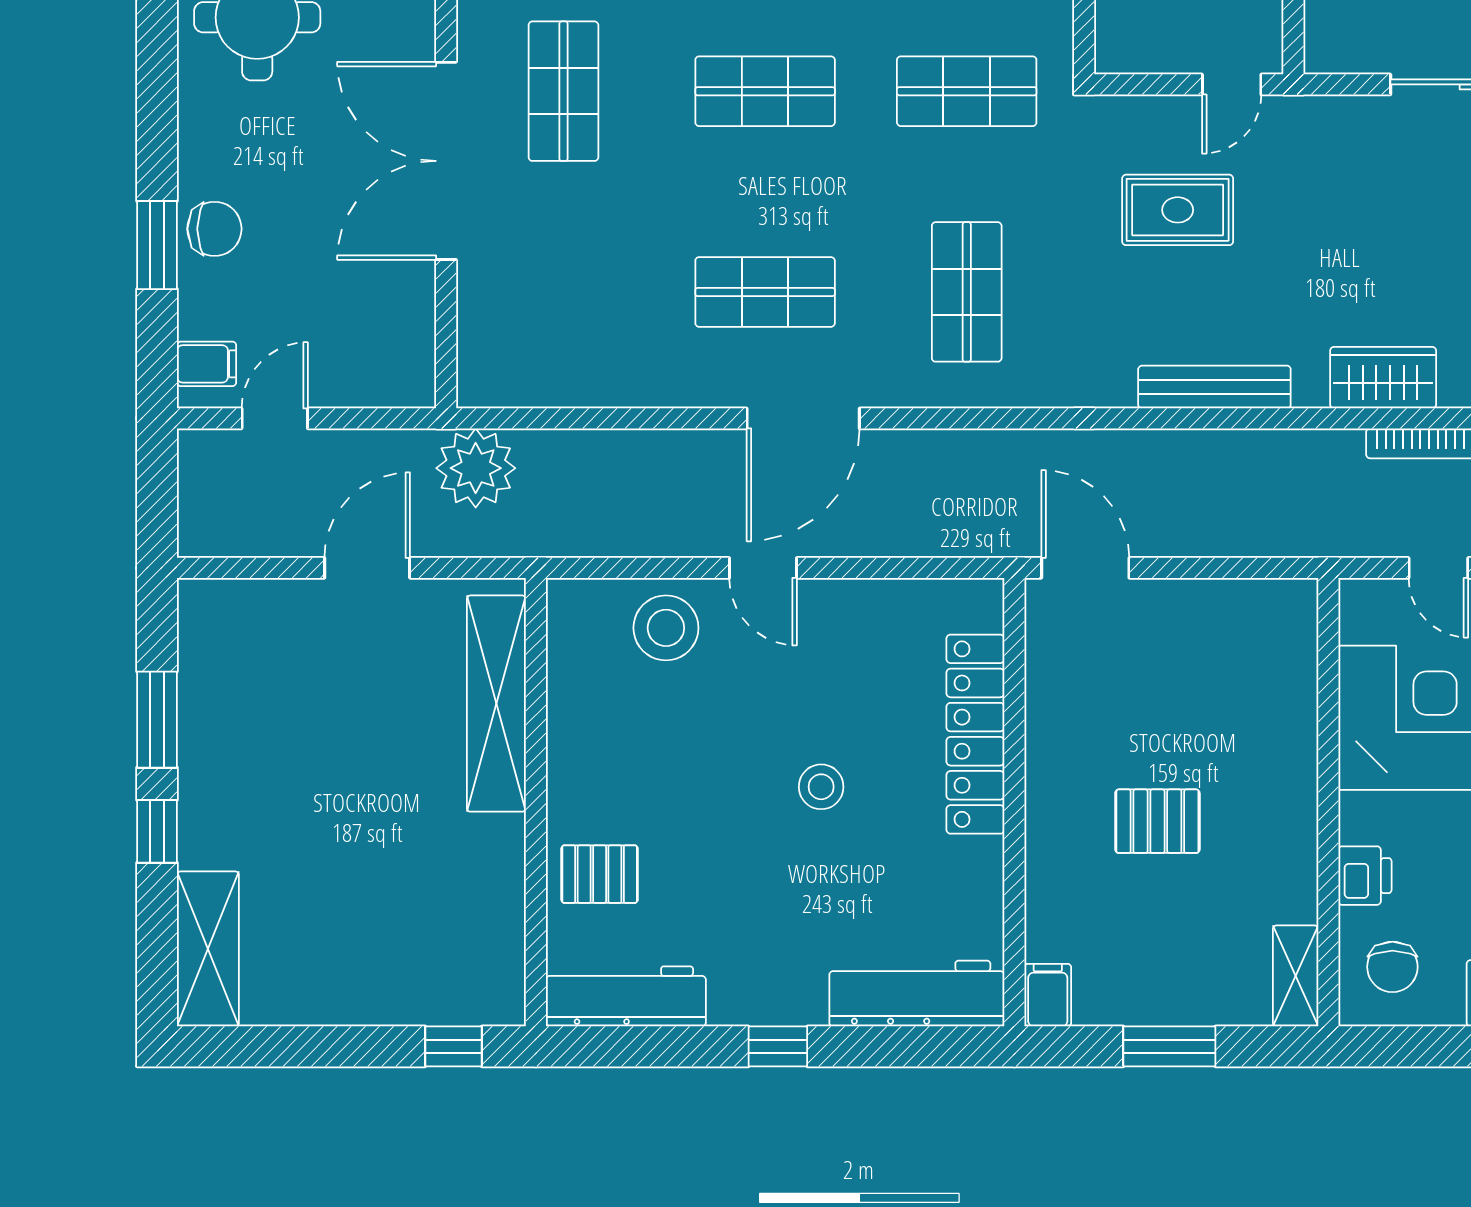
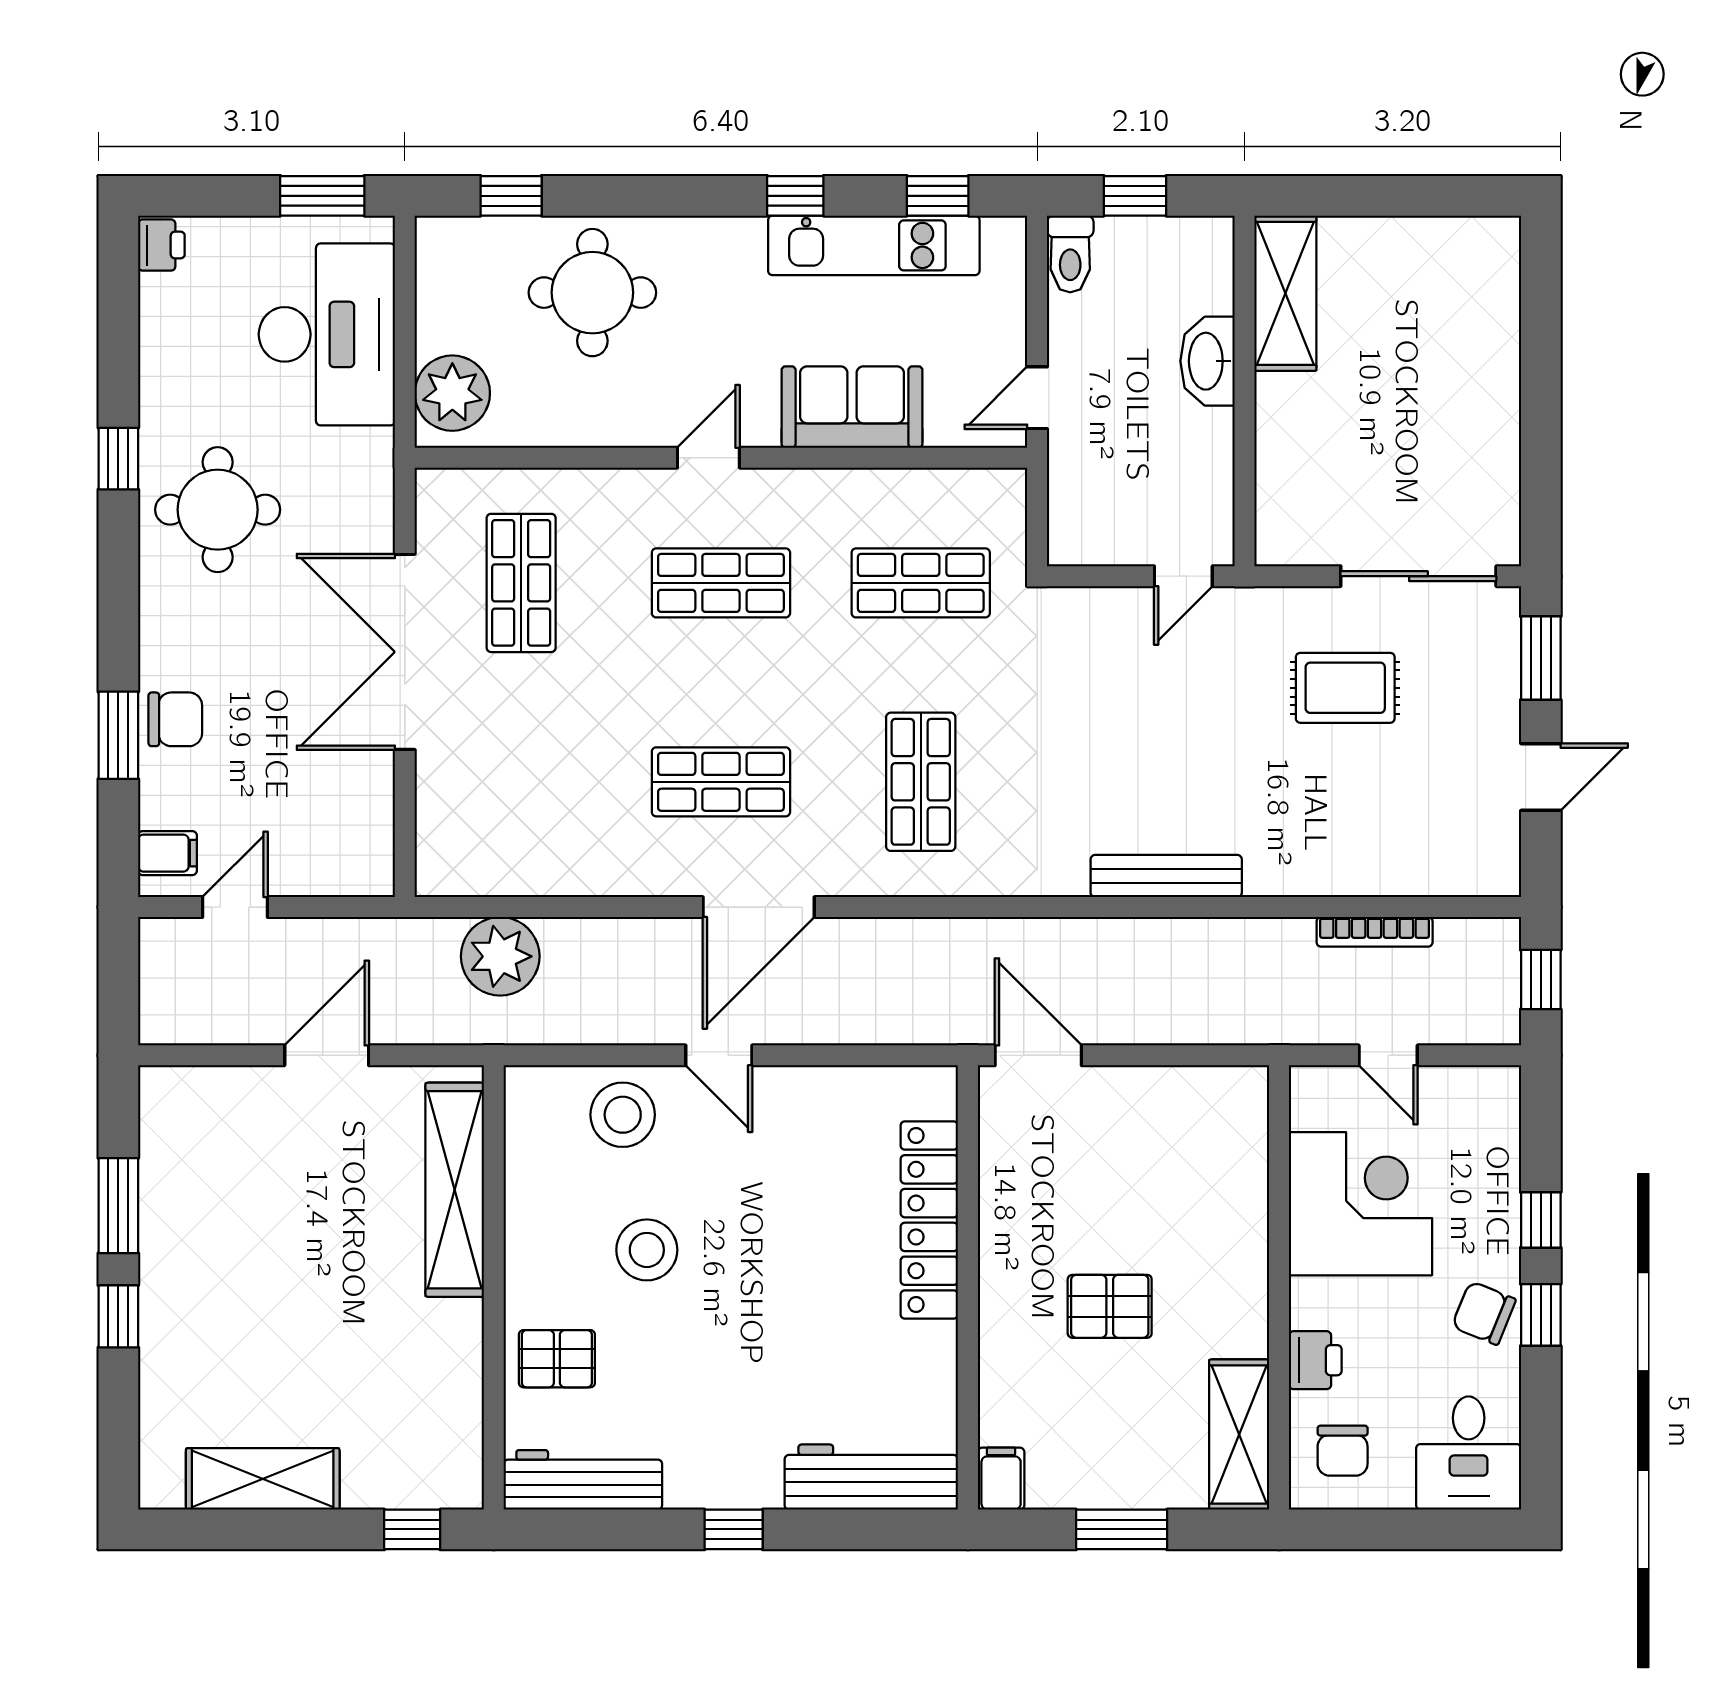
rug: (1178, 210) -> (1345, 688), moved
wardrobe: (1383, 378) -> (1333, 867), removed
plant: (476, 468) -> (500, 956), moved
stool: (821, 787) -> (647, 1250), moved, width x1.38, depth x1.38
shelving: (208, 949) -> (263, 1479), moved, turned 90
shelving: (1296, 976) -> (1239, 1435), width x1.50, depth x1.33

